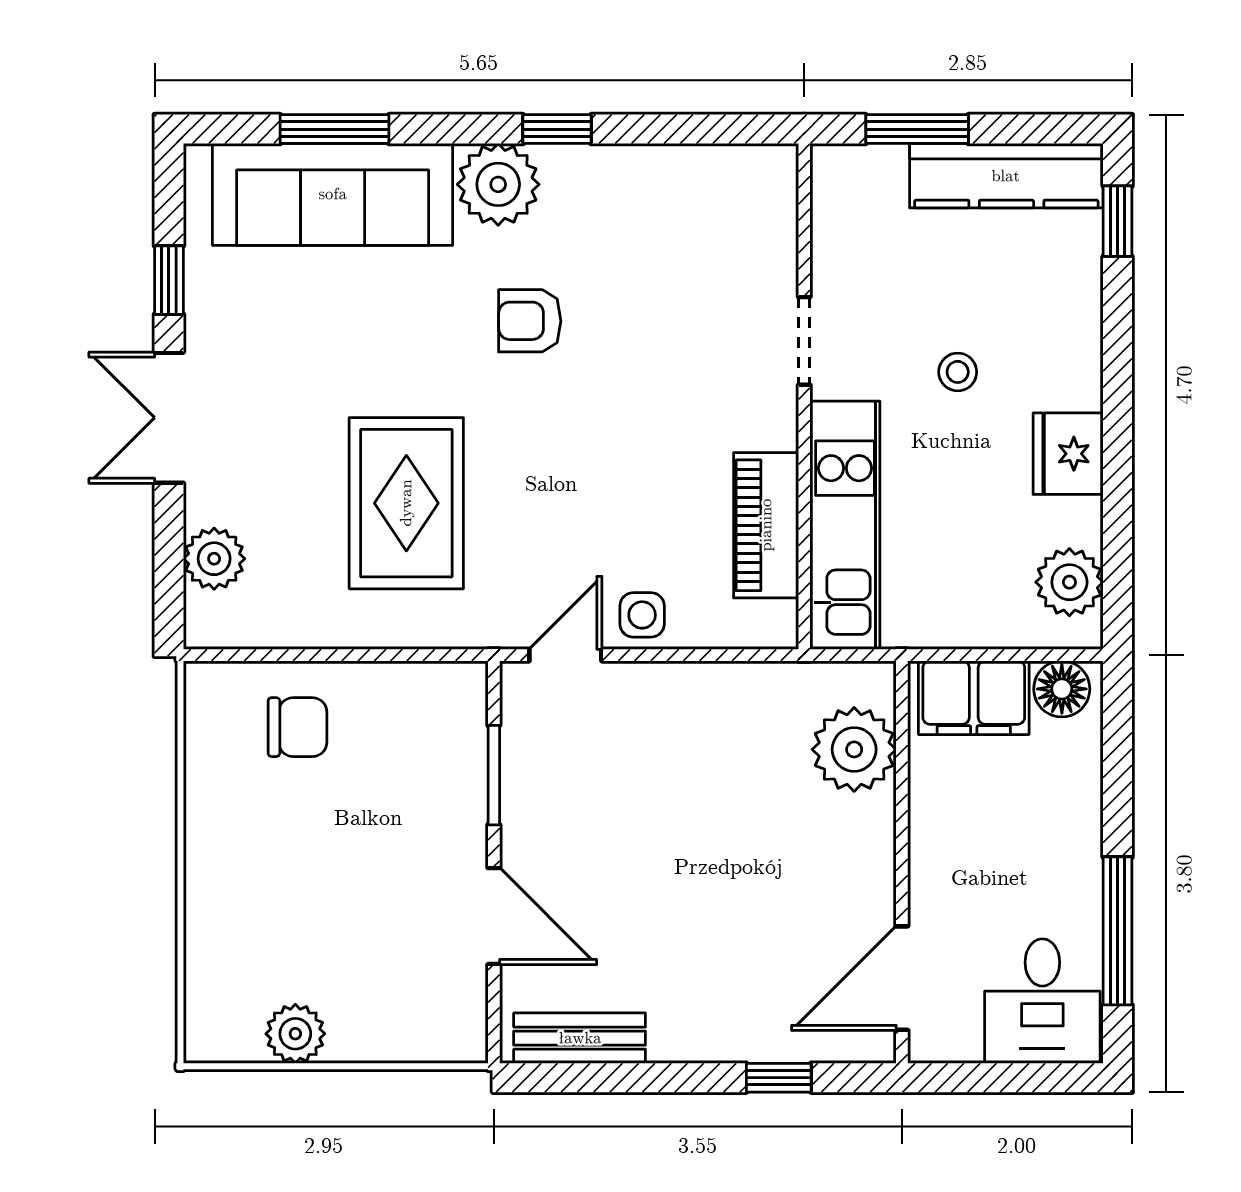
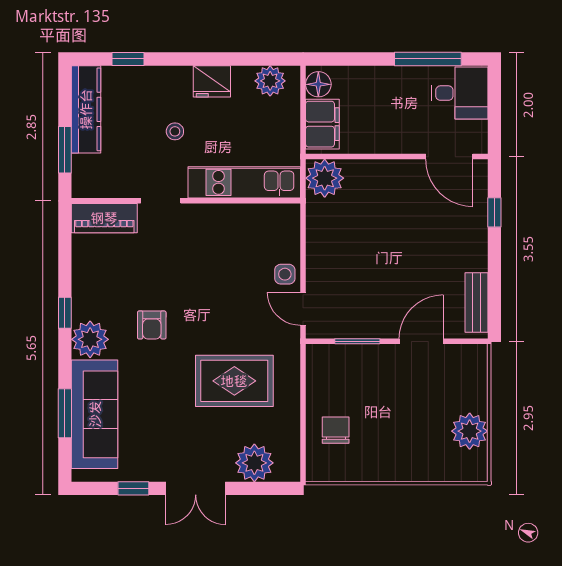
window: (1118, 221) -> (128, 59), moved
piano: (766, 525) -> (104, 218), moved
plant: (214, 559) -> (254, 463), width x1.36, depth x1.36
plant: (854, 749) -> (325, 178), moved
plant: (295, 1034) -> (470, 431), width x1.36, depth x1.36

